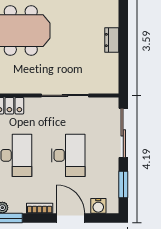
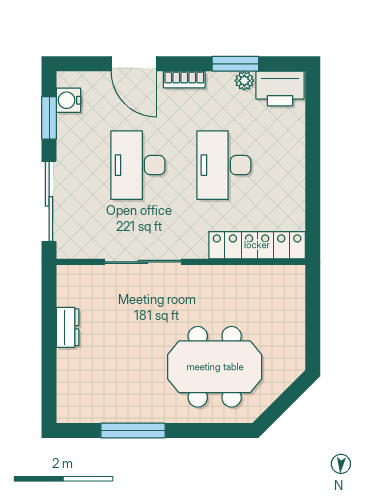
dresser: (112, 40) -> (68, 327), moved
water cooler: (98, 206) -> (69, 100), moved, turned -90

